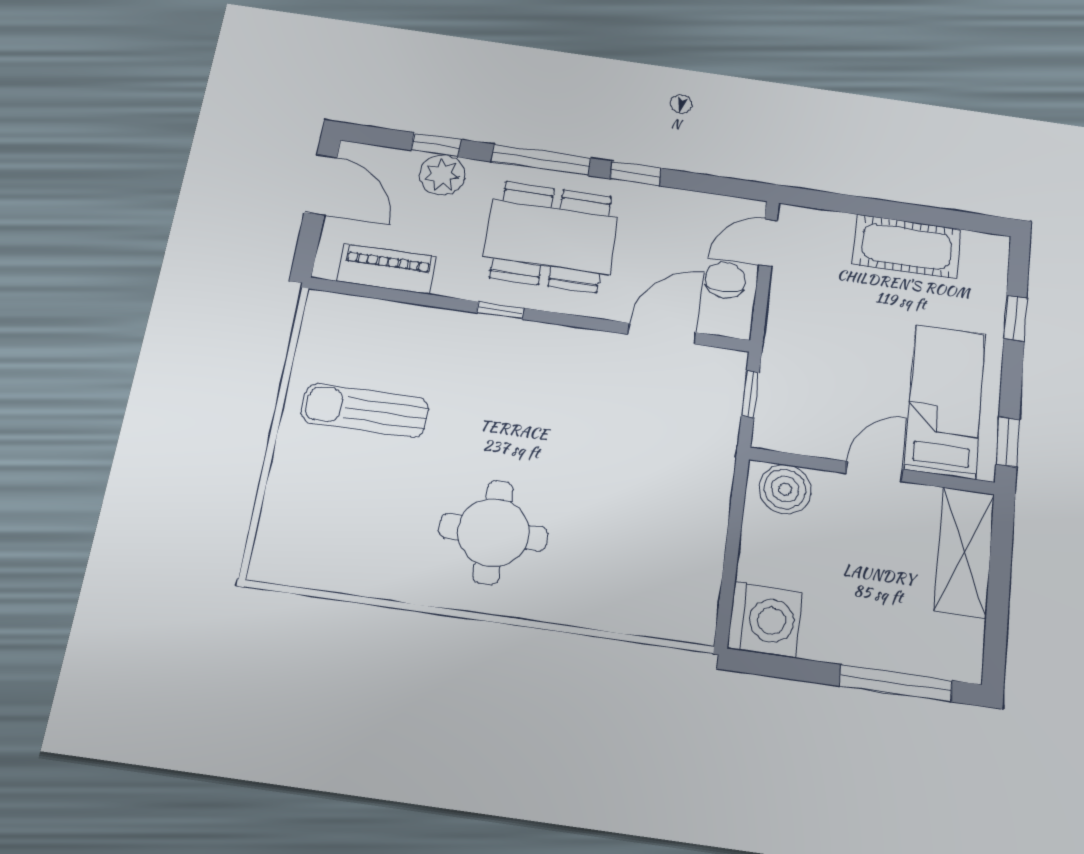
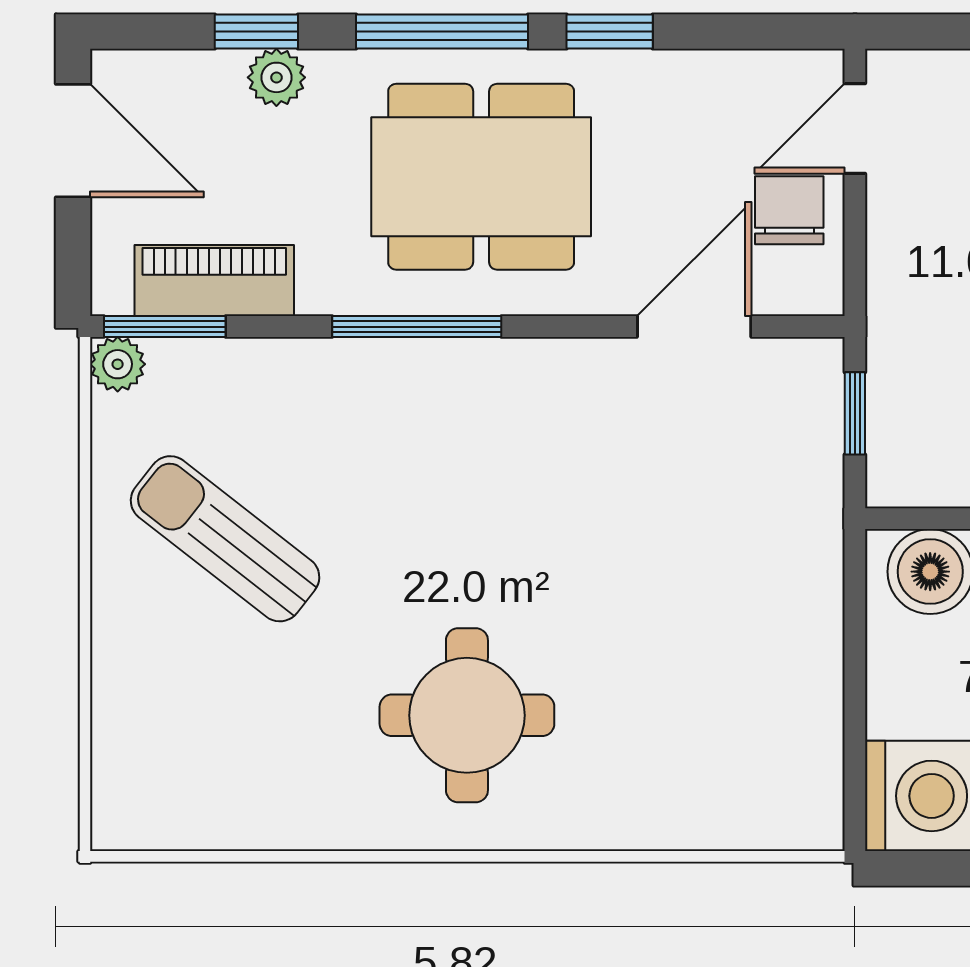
plant: (442, 175) -> (276, 77), width x0.73, depth x0.73
window: (353, 289) -> (165, 327), added
plant: (321, 305) -> (118, 364), added
window: (500, 310) -> (417, 327), width x2.17
sun lounger: (365, 410) -> (225, 539), turned 38

